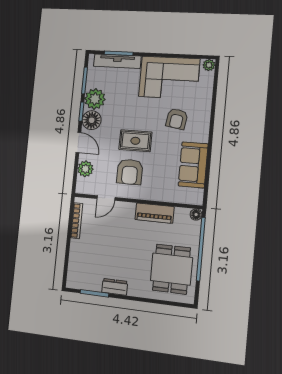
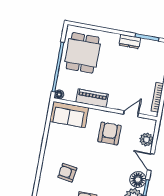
armchair: (177, 119) -> (67, 173), turned -90
rug: (135, 141) -> (103, 158), removed
sofa: (193, 165) -> (69, 115), moved, turned 90

